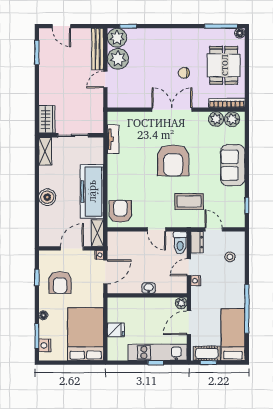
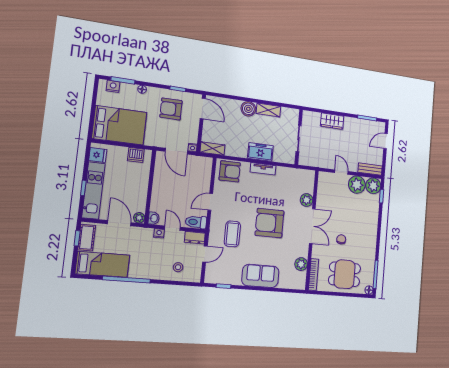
bench: (98, 49) -> (370, 169), width x0.73
wardrobe: (47, 119) -> (332, 121), moved
plant: (232, 119) -> (307, 200), moved
tv unit: (113, 139) -> (263, 169), moved
shelving: (45, 151) -> (268, 110), moved
freezer: (92, 191) -> (260, 152), width x0.52, depth x0.79
door: (72, 248) -> (203, 109), moved
washbasin: (149, 288) -> (154, 218), moved
dishwasher: (115, 314) -> (136, 155), added
fridge: (116, 330) -> (98, 155), moved, turned -90

